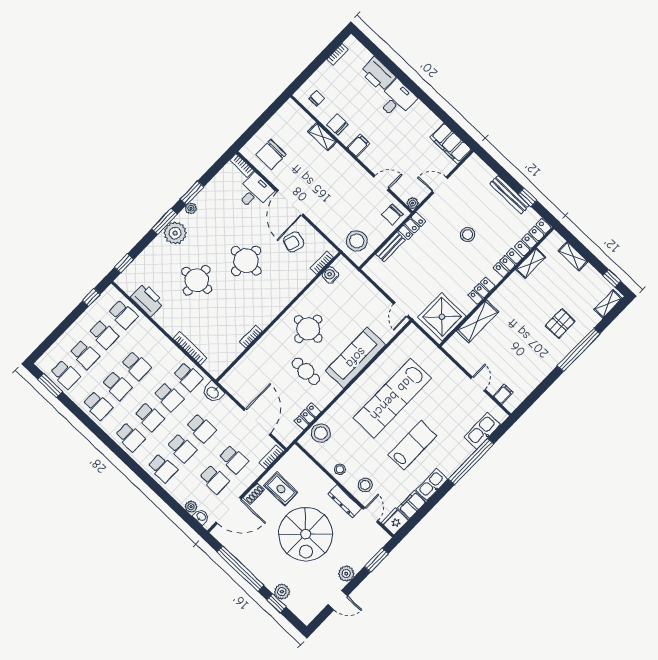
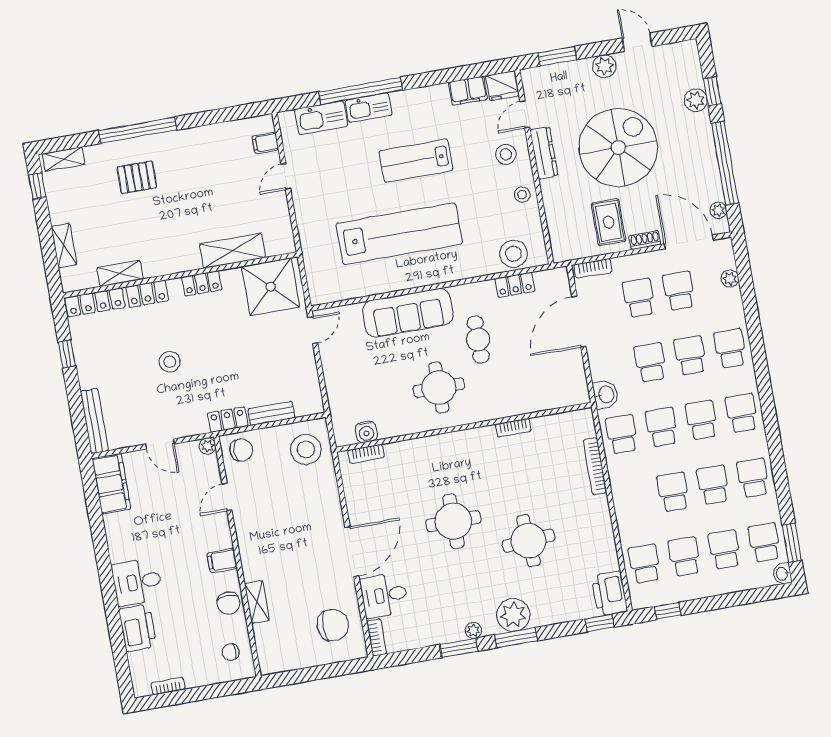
door: (381, 183) -> (227, 497), hinge flipped
bench: (510, 195) -> (94, 421), moved
armchair: (294, 242) -> (381, 503), removed
printer: (147, 300) -> (609, 594), moved
kitchen sink: (432, 485) -> (369, 108), moved
washbasin: (201, 517) -> (782, 574), moved
plant: (225, 540) -> (718, 210), added

